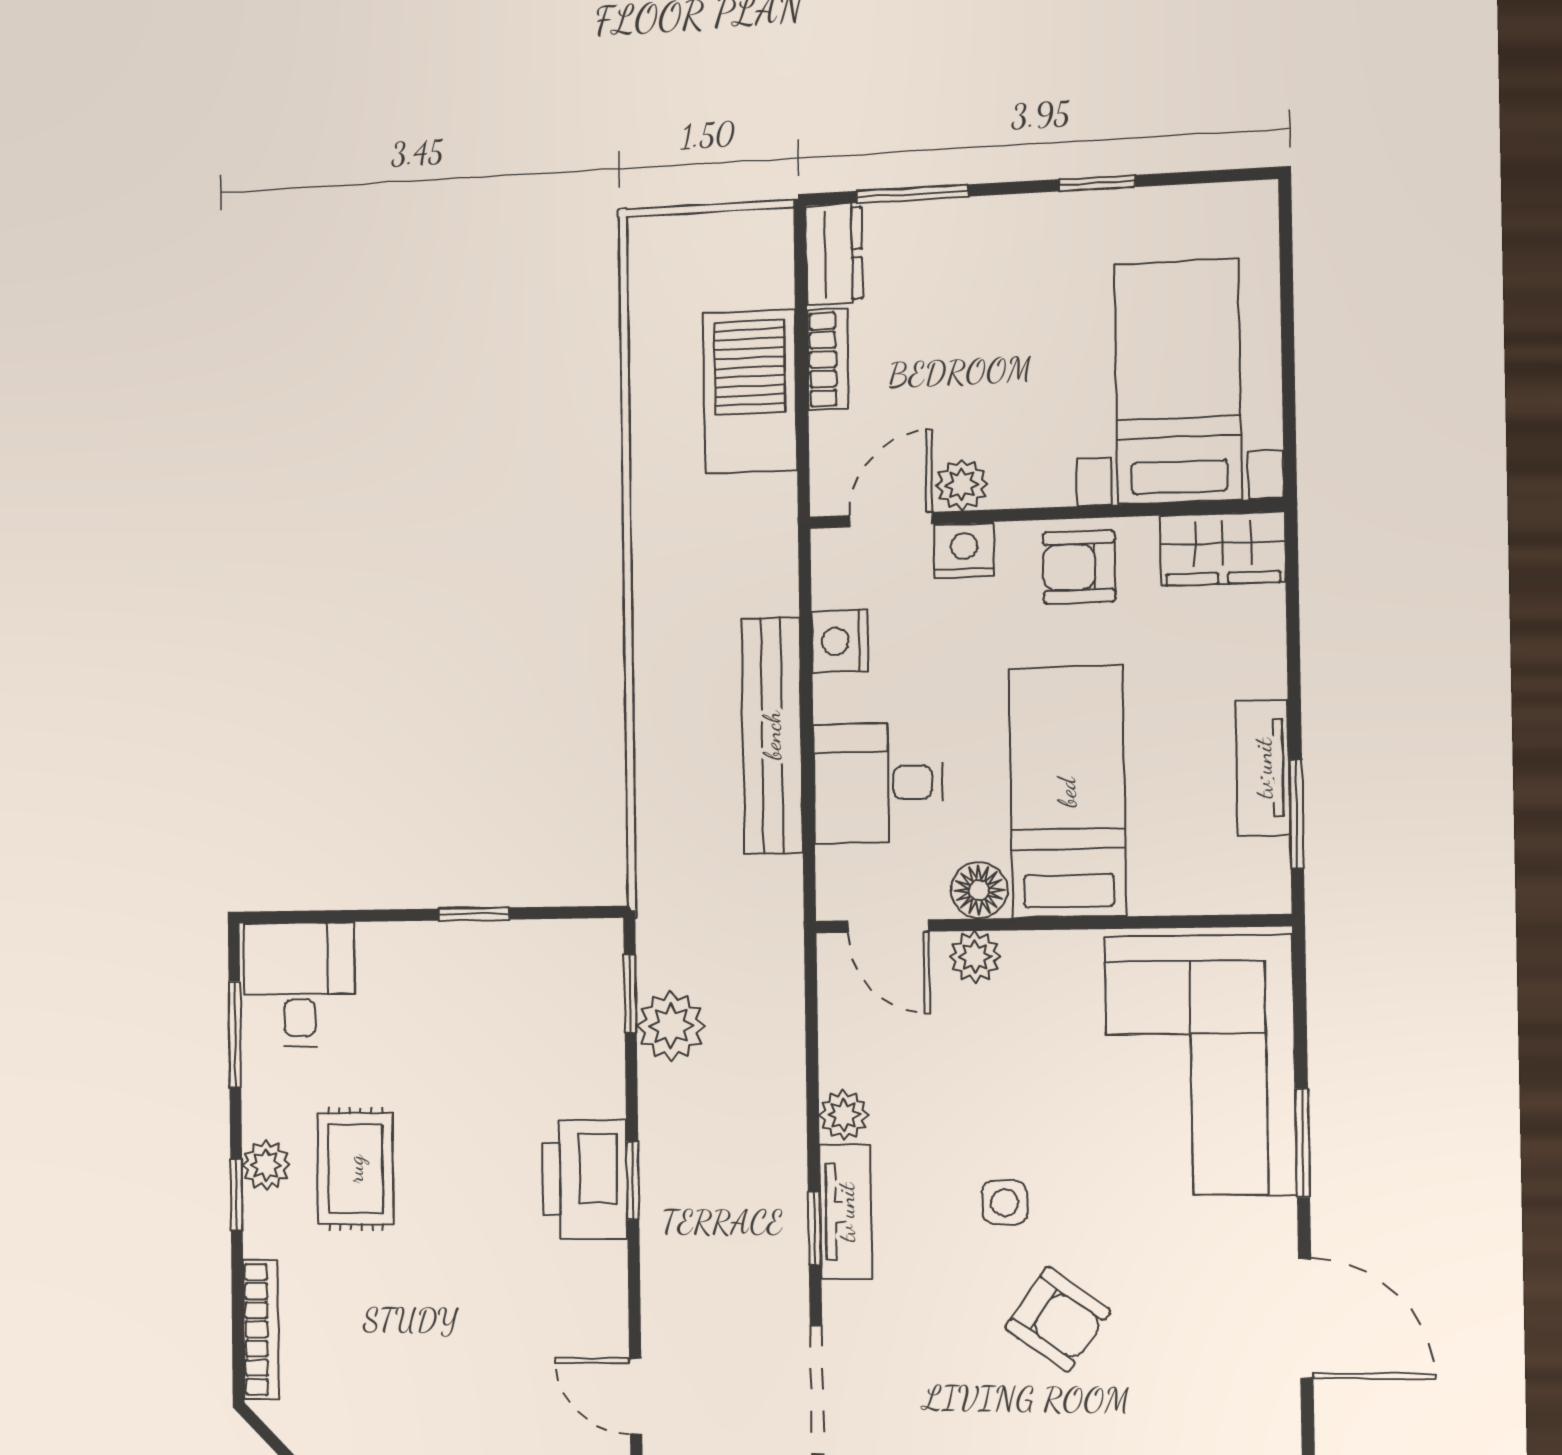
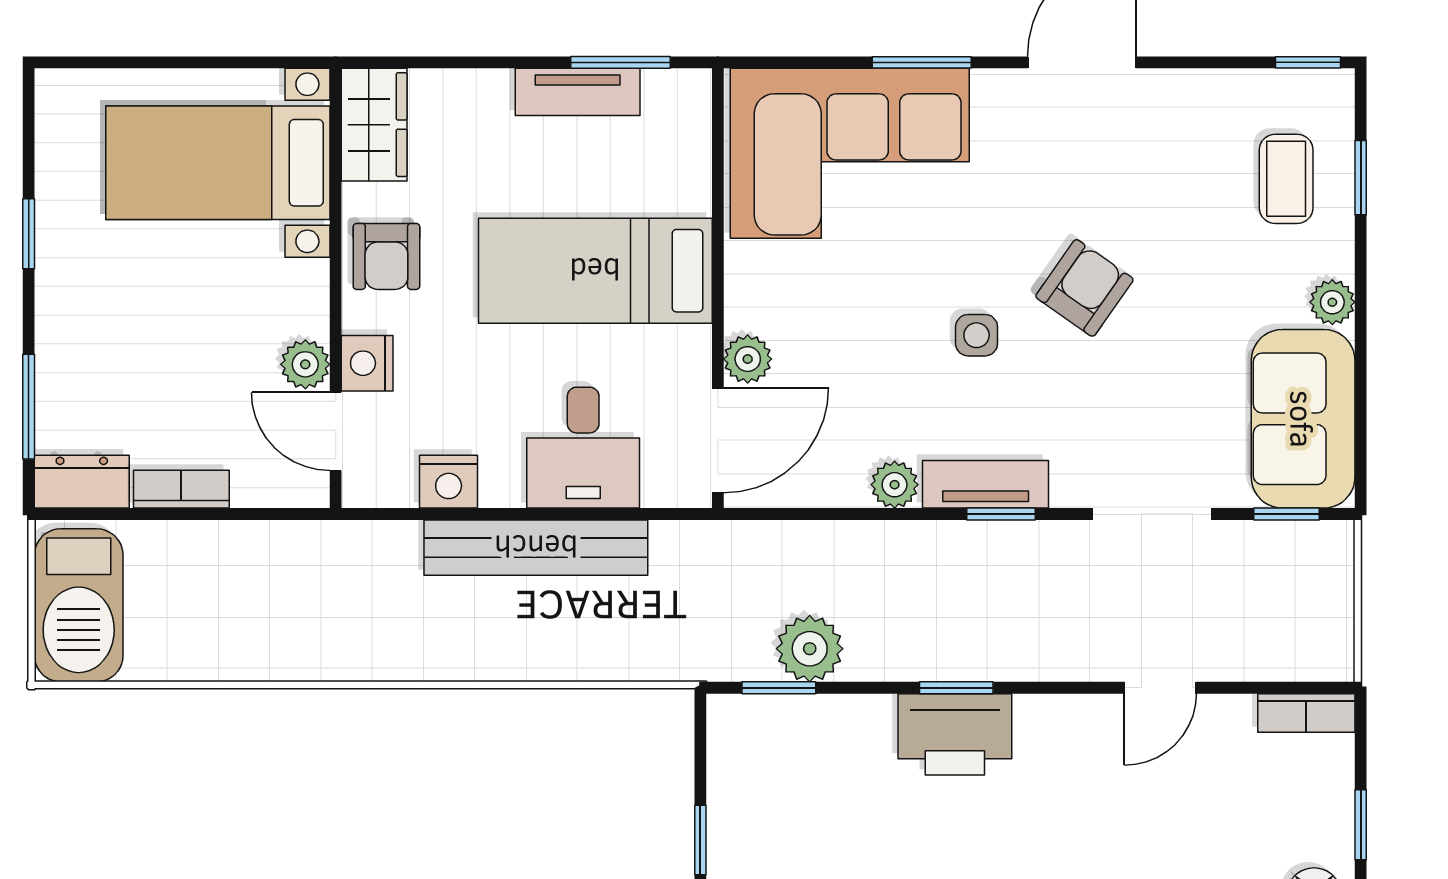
barbecue: (750, 391) -> (79, 605), moved, turned -90
floor lamp: (979, 890) -> (686, 354), removed
door: (888, 926) -> (718, 440), width x1.37

